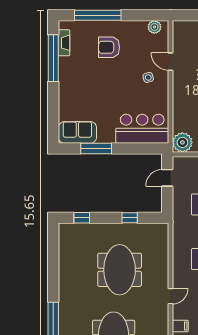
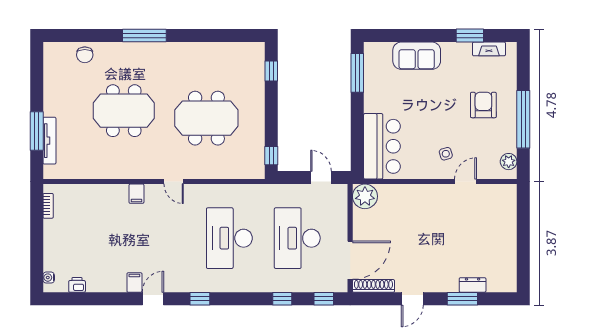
window: (98, 15) -> (523, 119), moved
window: (53, 58) -> (470, 36), width x0.47
sofa: (77, 132) -> (417, 56), moved, turned 90
window: (96, 149) -> (357, 73), moved
window: (130, 218) -> (271, 156), moved

